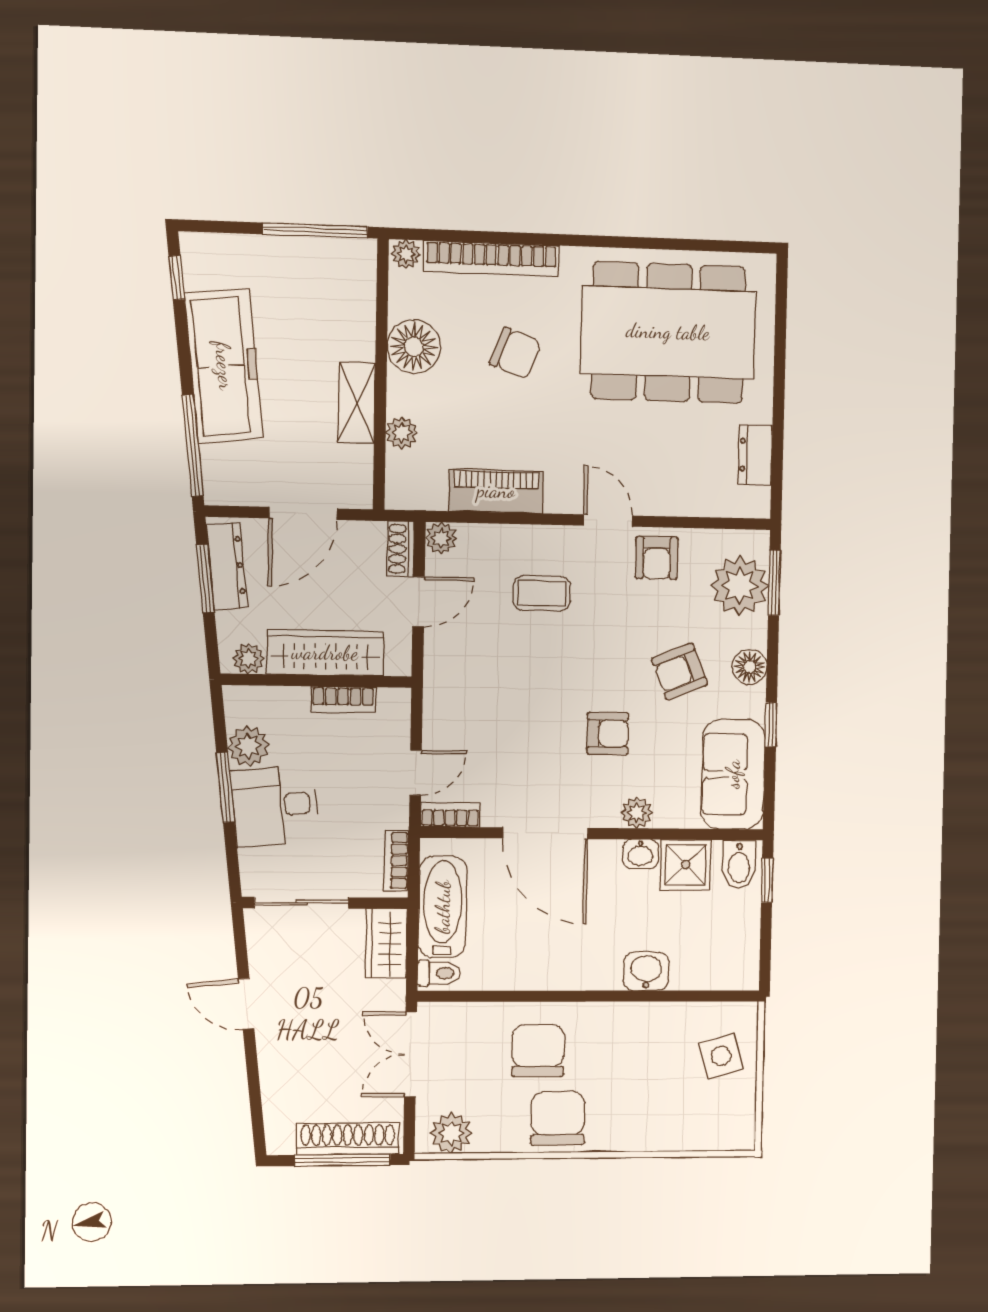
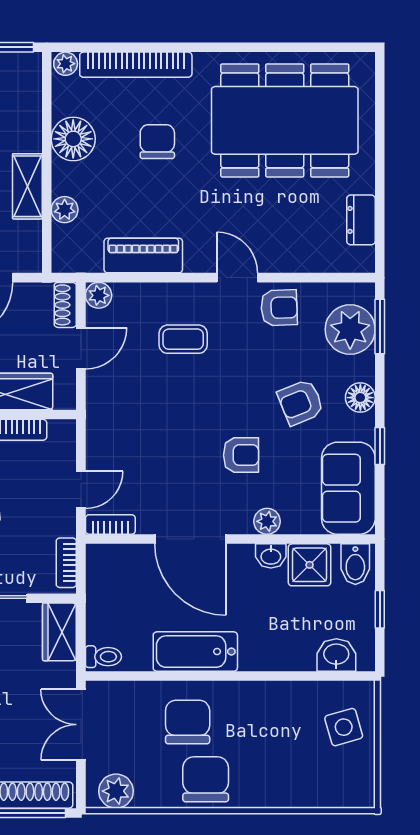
chair: (515, 353) -> (157, 142), turned -111
armchair: (657, 558) -> (279, 308), turned -92
window: (767, 880) -> (380, 609), moved
bathtub: (443, 907) -> (195, 652), moved, turned -90
washbasin: (646, 971) -> (336, 655), moved

